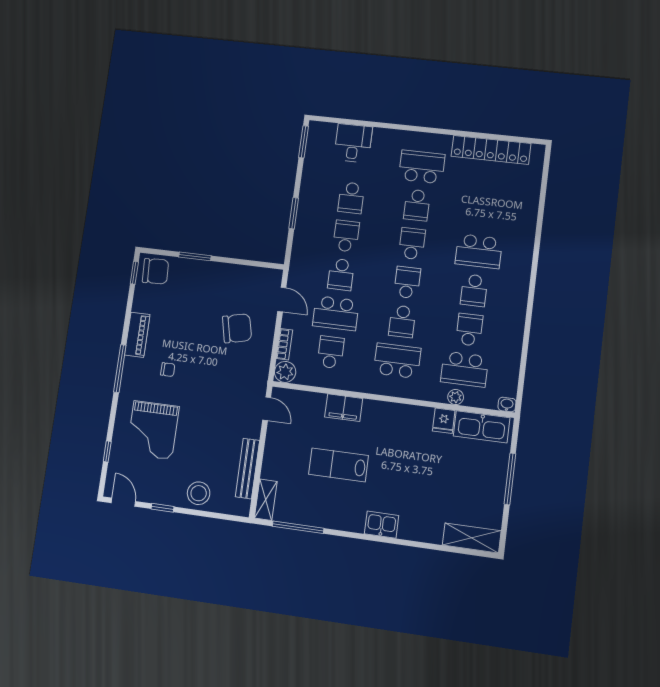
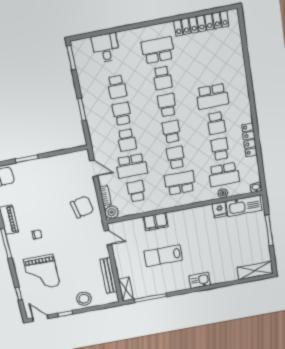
school desk: (402, 321) -> (176, 158), turned 180
chair: (237, 328) -> (82, 207), moved
locker: (516, 330) -> (249, 140), added

